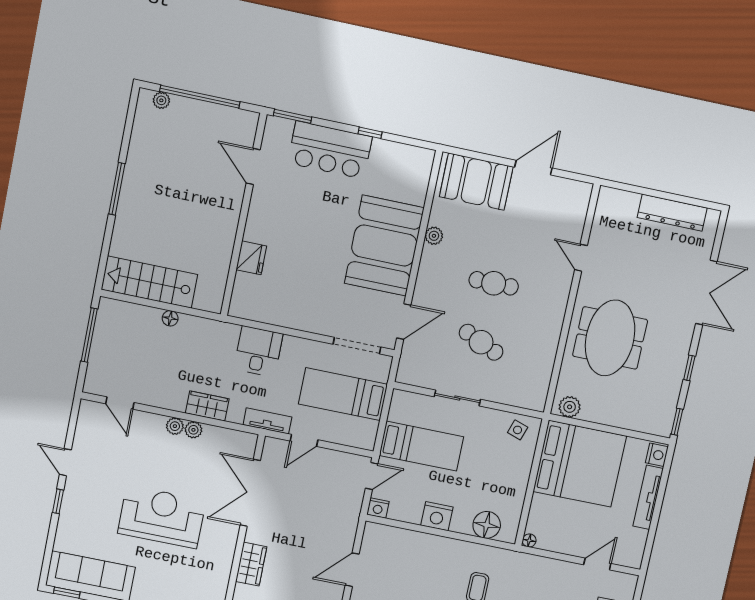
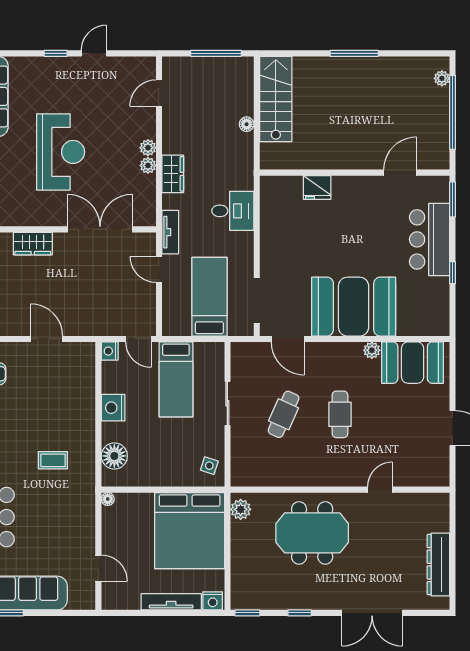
booth: (476, 182) -> (413, 363), moved, turned 90

